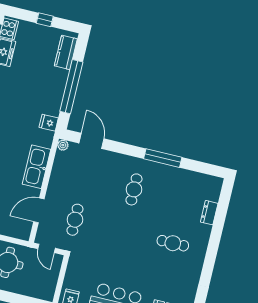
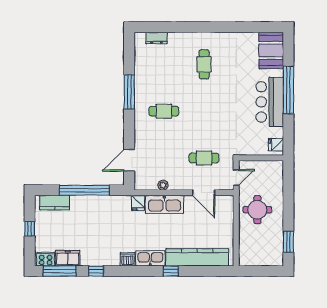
fridge: (49, 123) -> (138, 203), moved
plant: (63, 145) -> (163, 185), moved
dresser: (209, 213) -> (157, 38), moved

